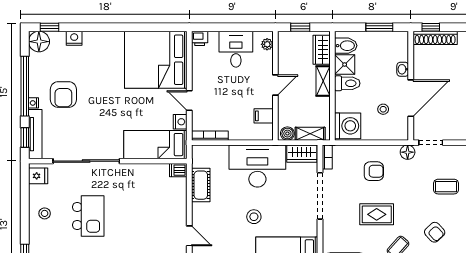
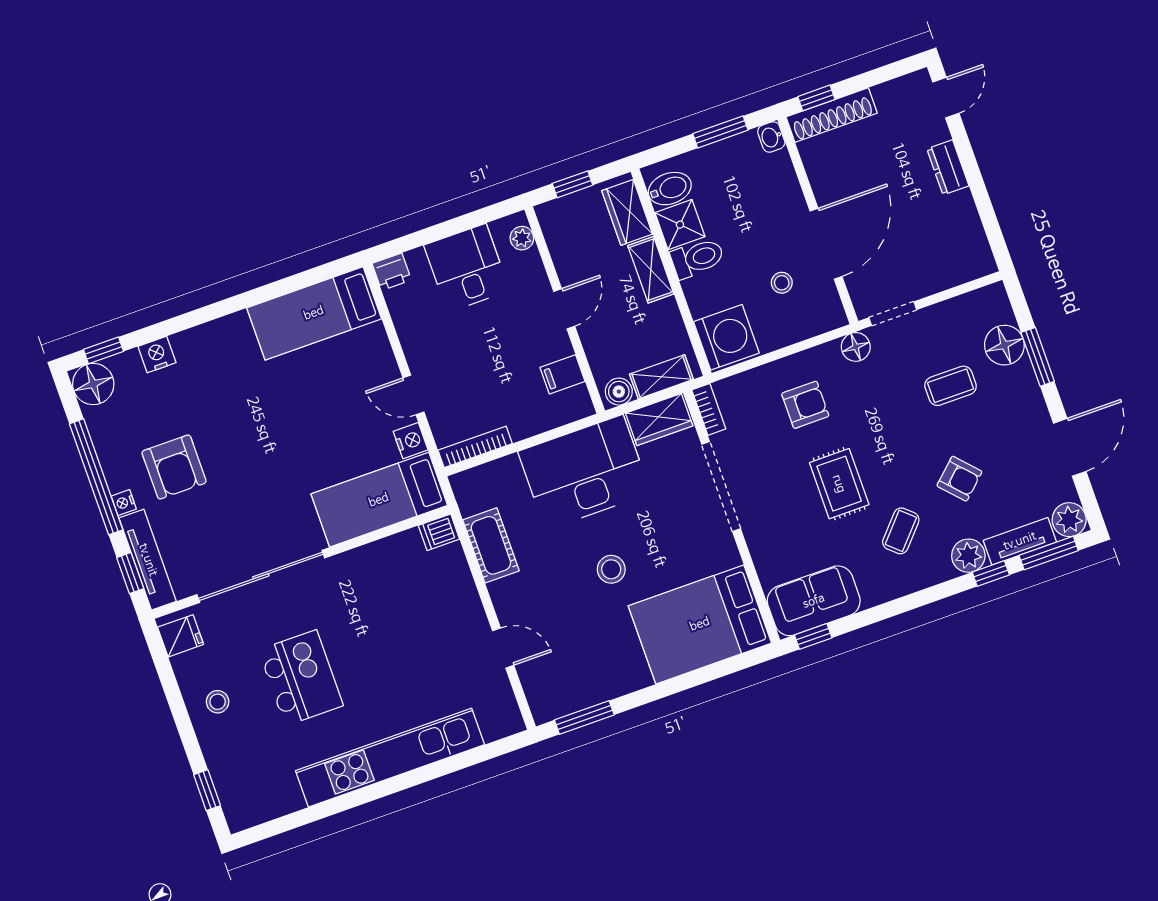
bed: (156, 60) -> (314, 313), width x0.49
washbasin: (403, 69) -> (771, 137), moved
rug: (377, 214) -> (839, 484), turned 90

